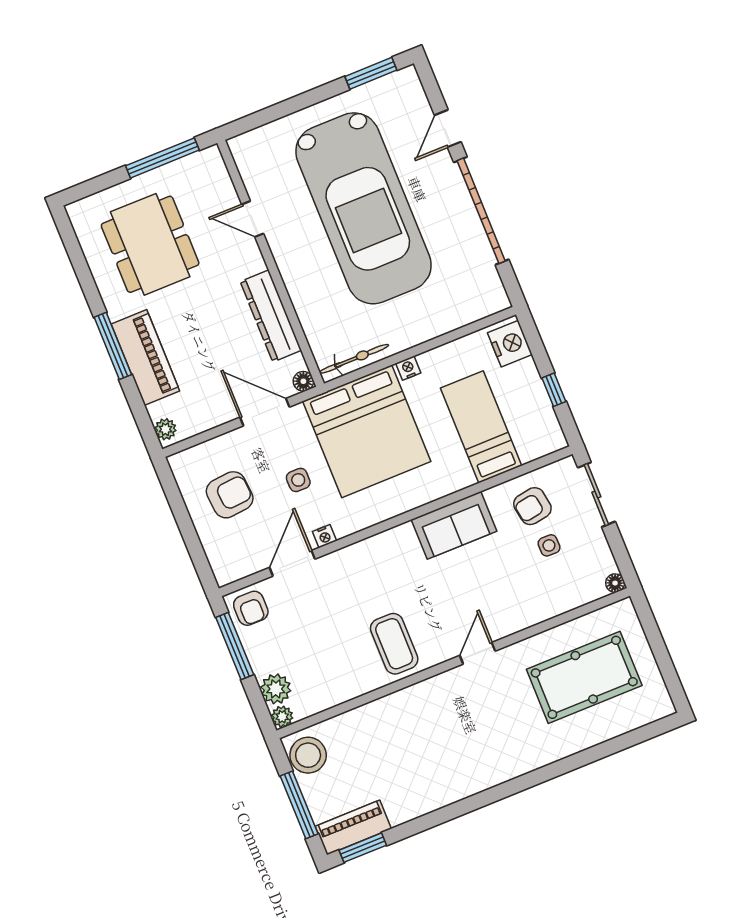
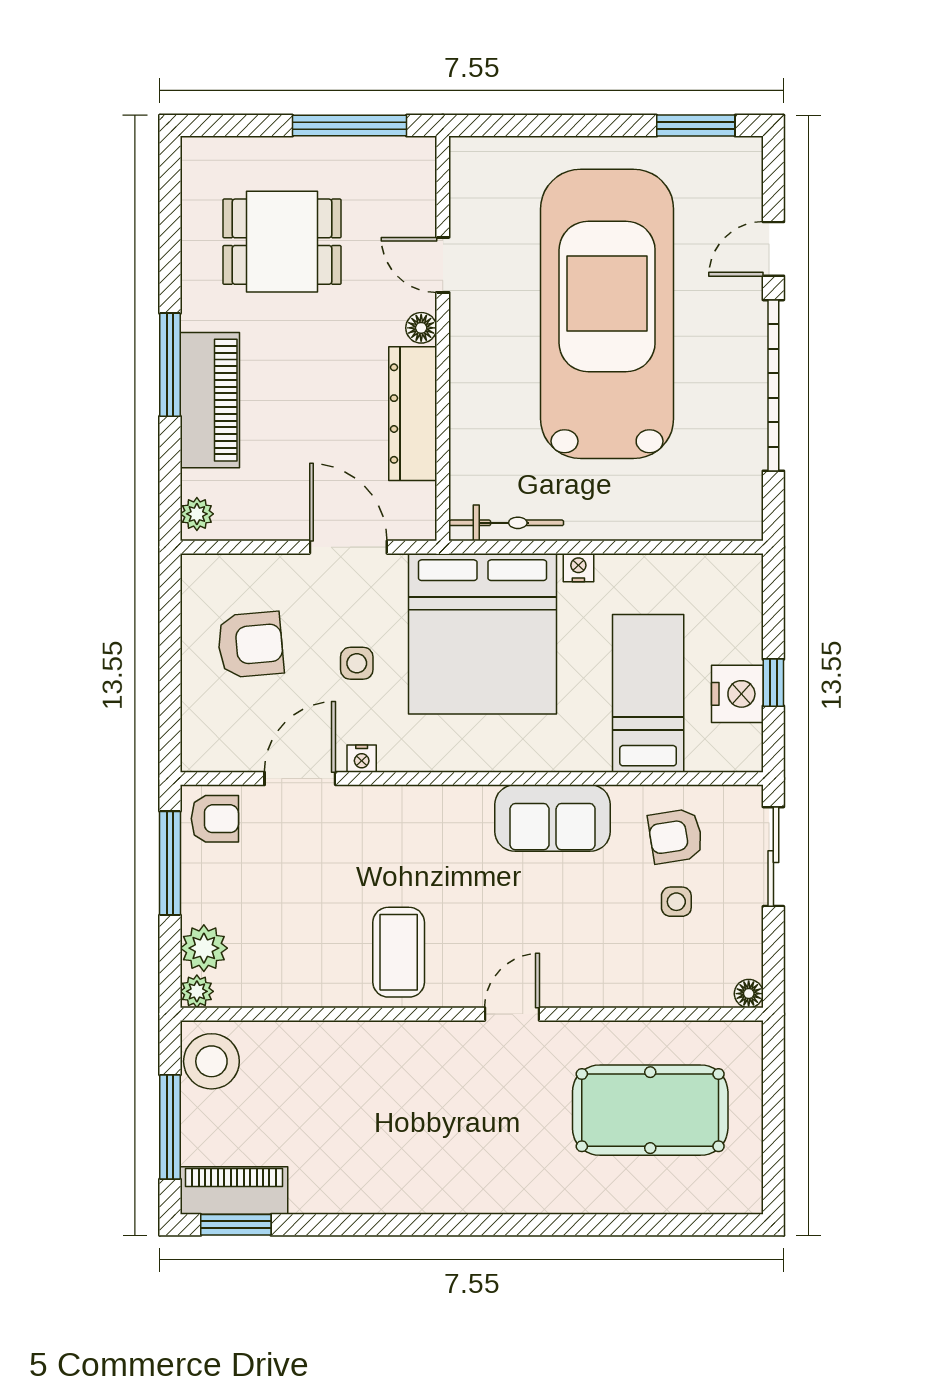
car: (364, 208) -> (607, 314), turned 180
dining table: (150, 244) -> (282, 242), width x0.73
nightstand: (510, 344) -> (737, 694), moved
floor lamp: (303, 381) -> (421, 328), moved
armchair: (251, 608) -> (215, 819), turned -90

